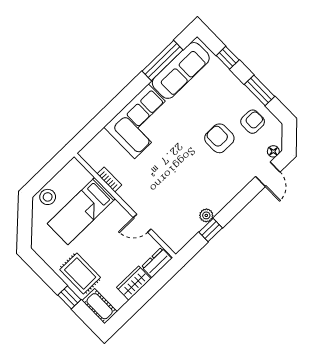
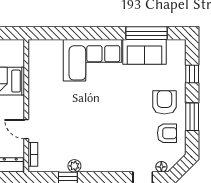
sofa: (181, 70) -> (145, 52), width x0.73
armchair: (219, 138) -> (164, 102), moved
bookcase: (109, 179) -> (33, 154), moved

